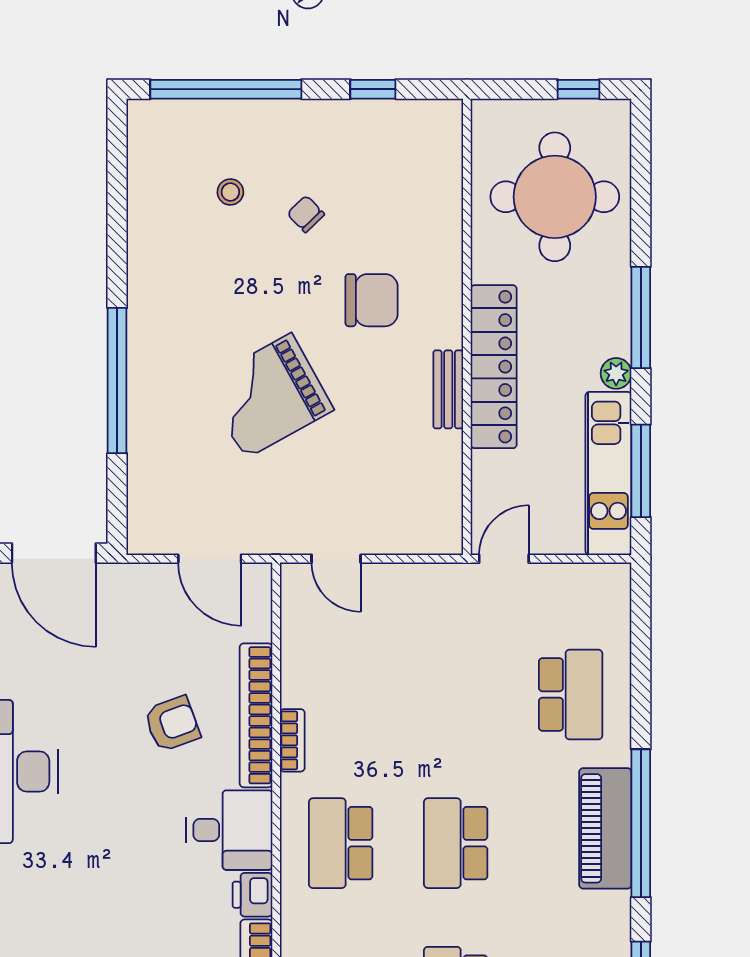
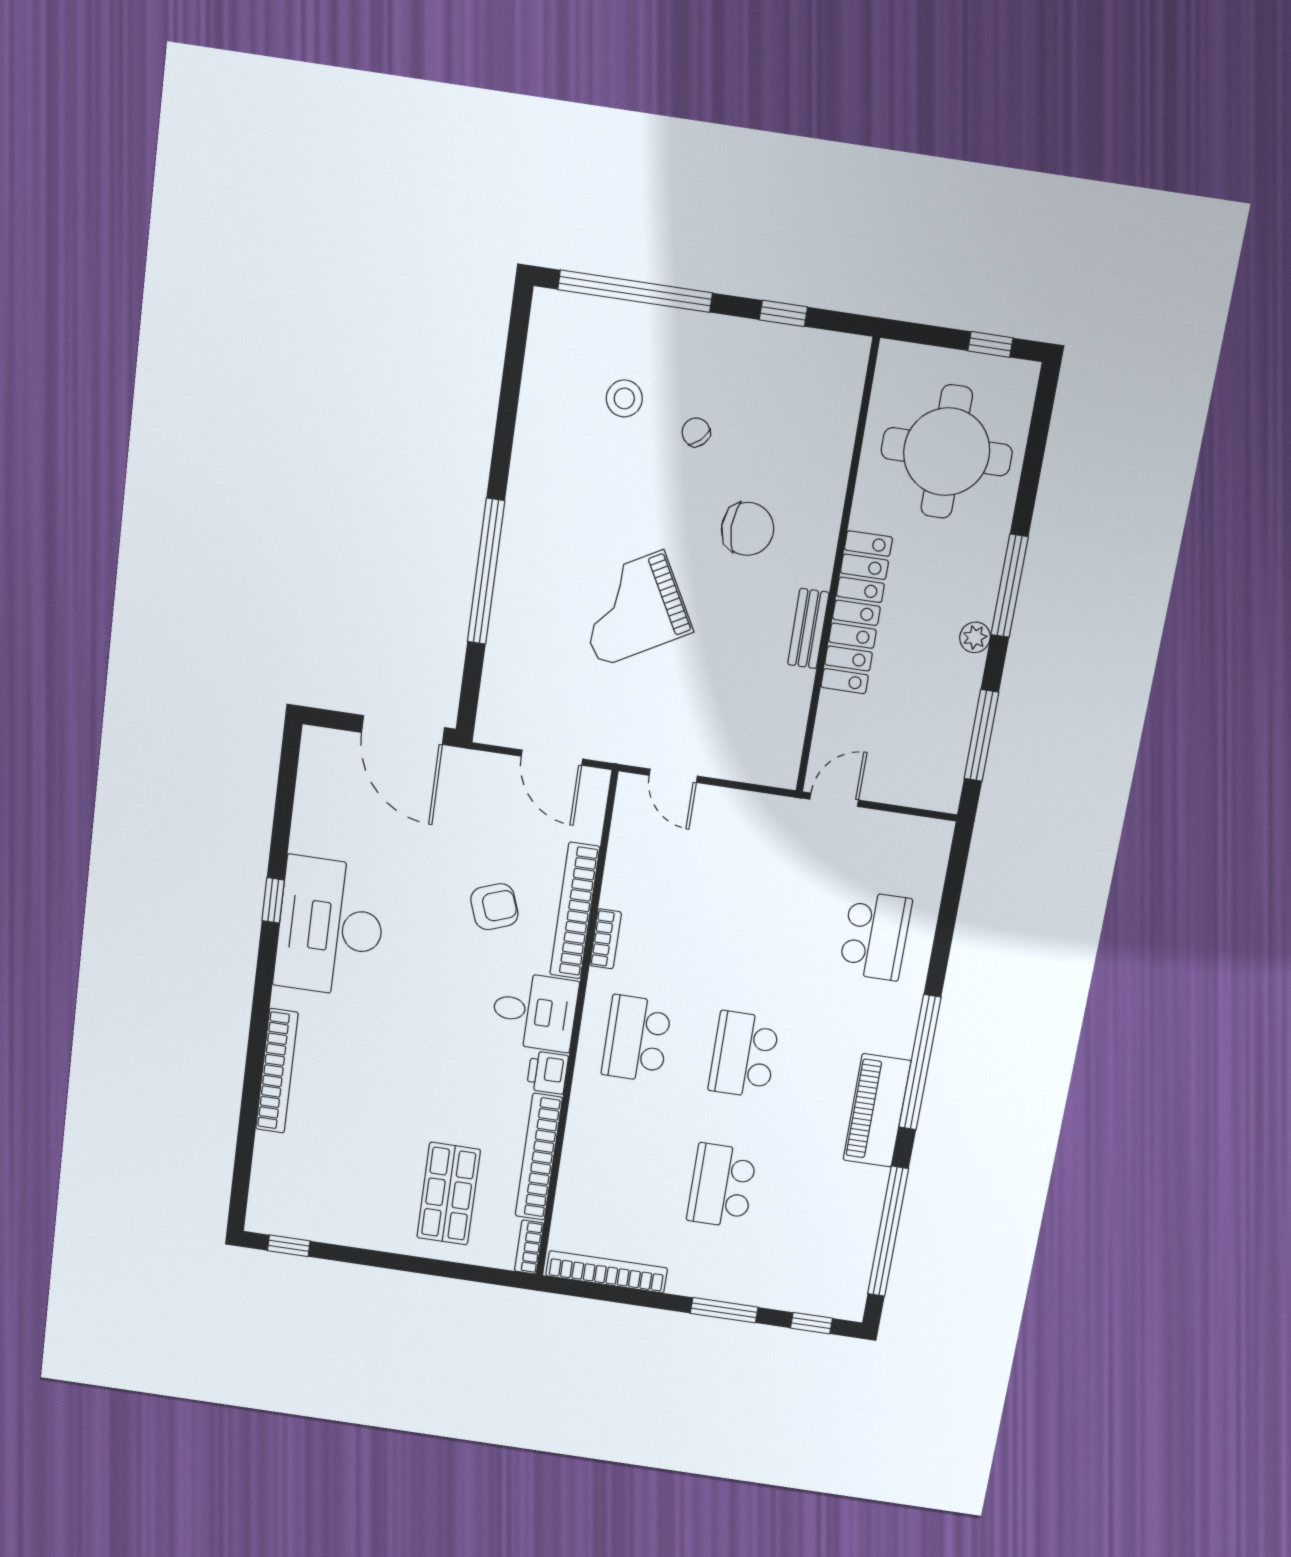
stool: (230, 192) -> (624, 398), width x1.37, depth x1.37
kitchen unit: (608, 473) -> (950, 733), removed
piano: (605, 828) -> (877, 1110), moved

